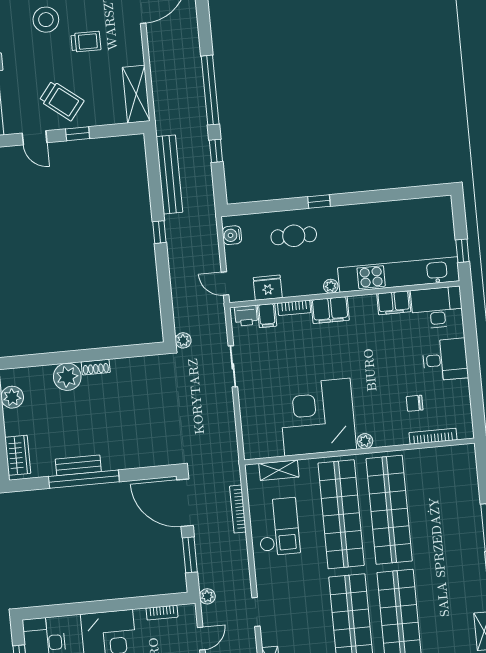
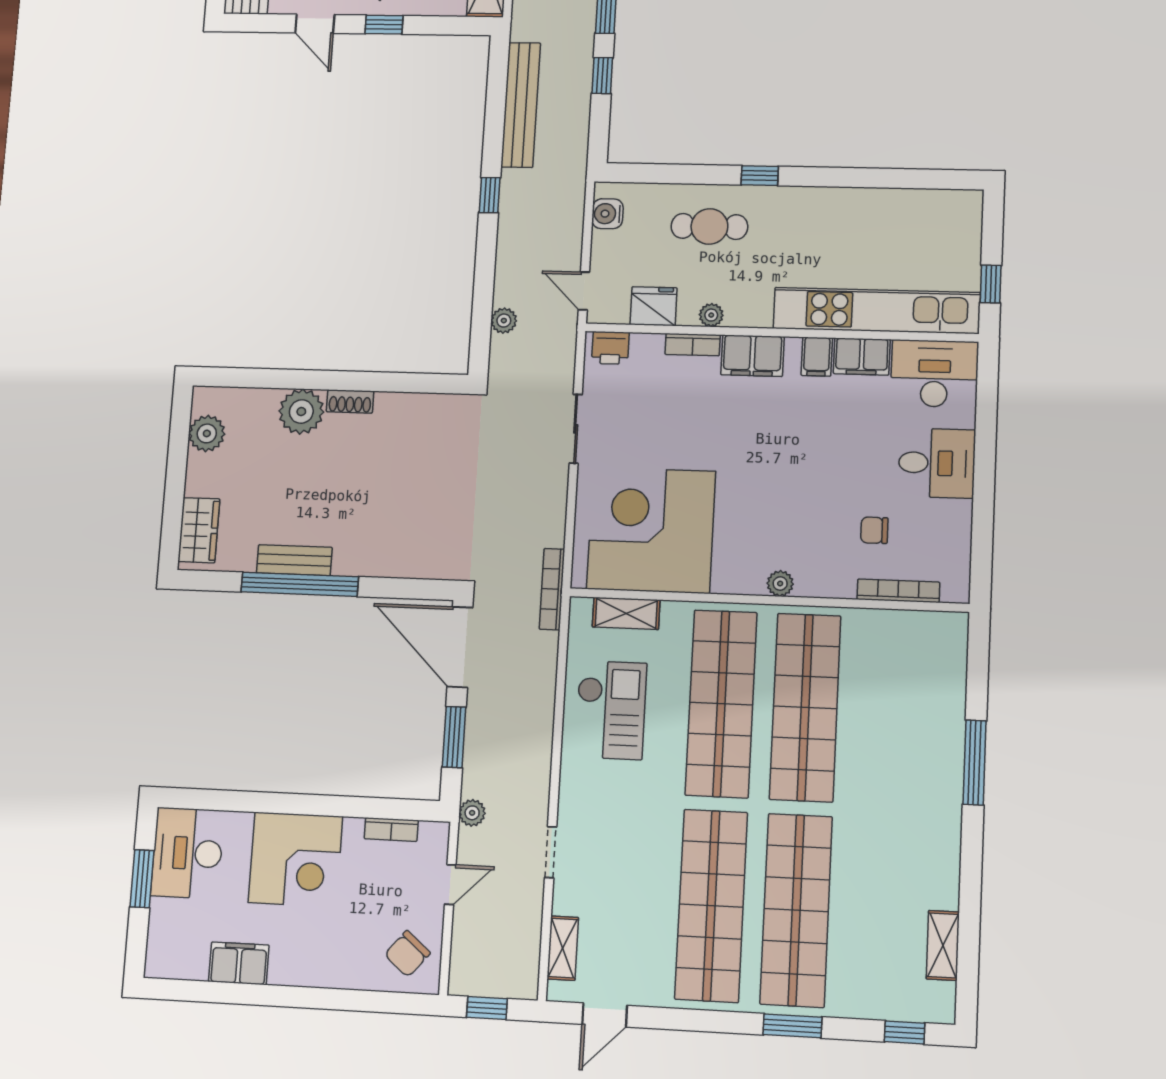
plant: (331, 286) -> (711, 315), moved
filing cabinet: (267, 316) -> (817, 357), moved
plant: (183, 340) -> (504, 321), moved
corner desk: (317, 417) -> (651, 530), moved
bookcase: (238, 509) -> (552, 589), moved

